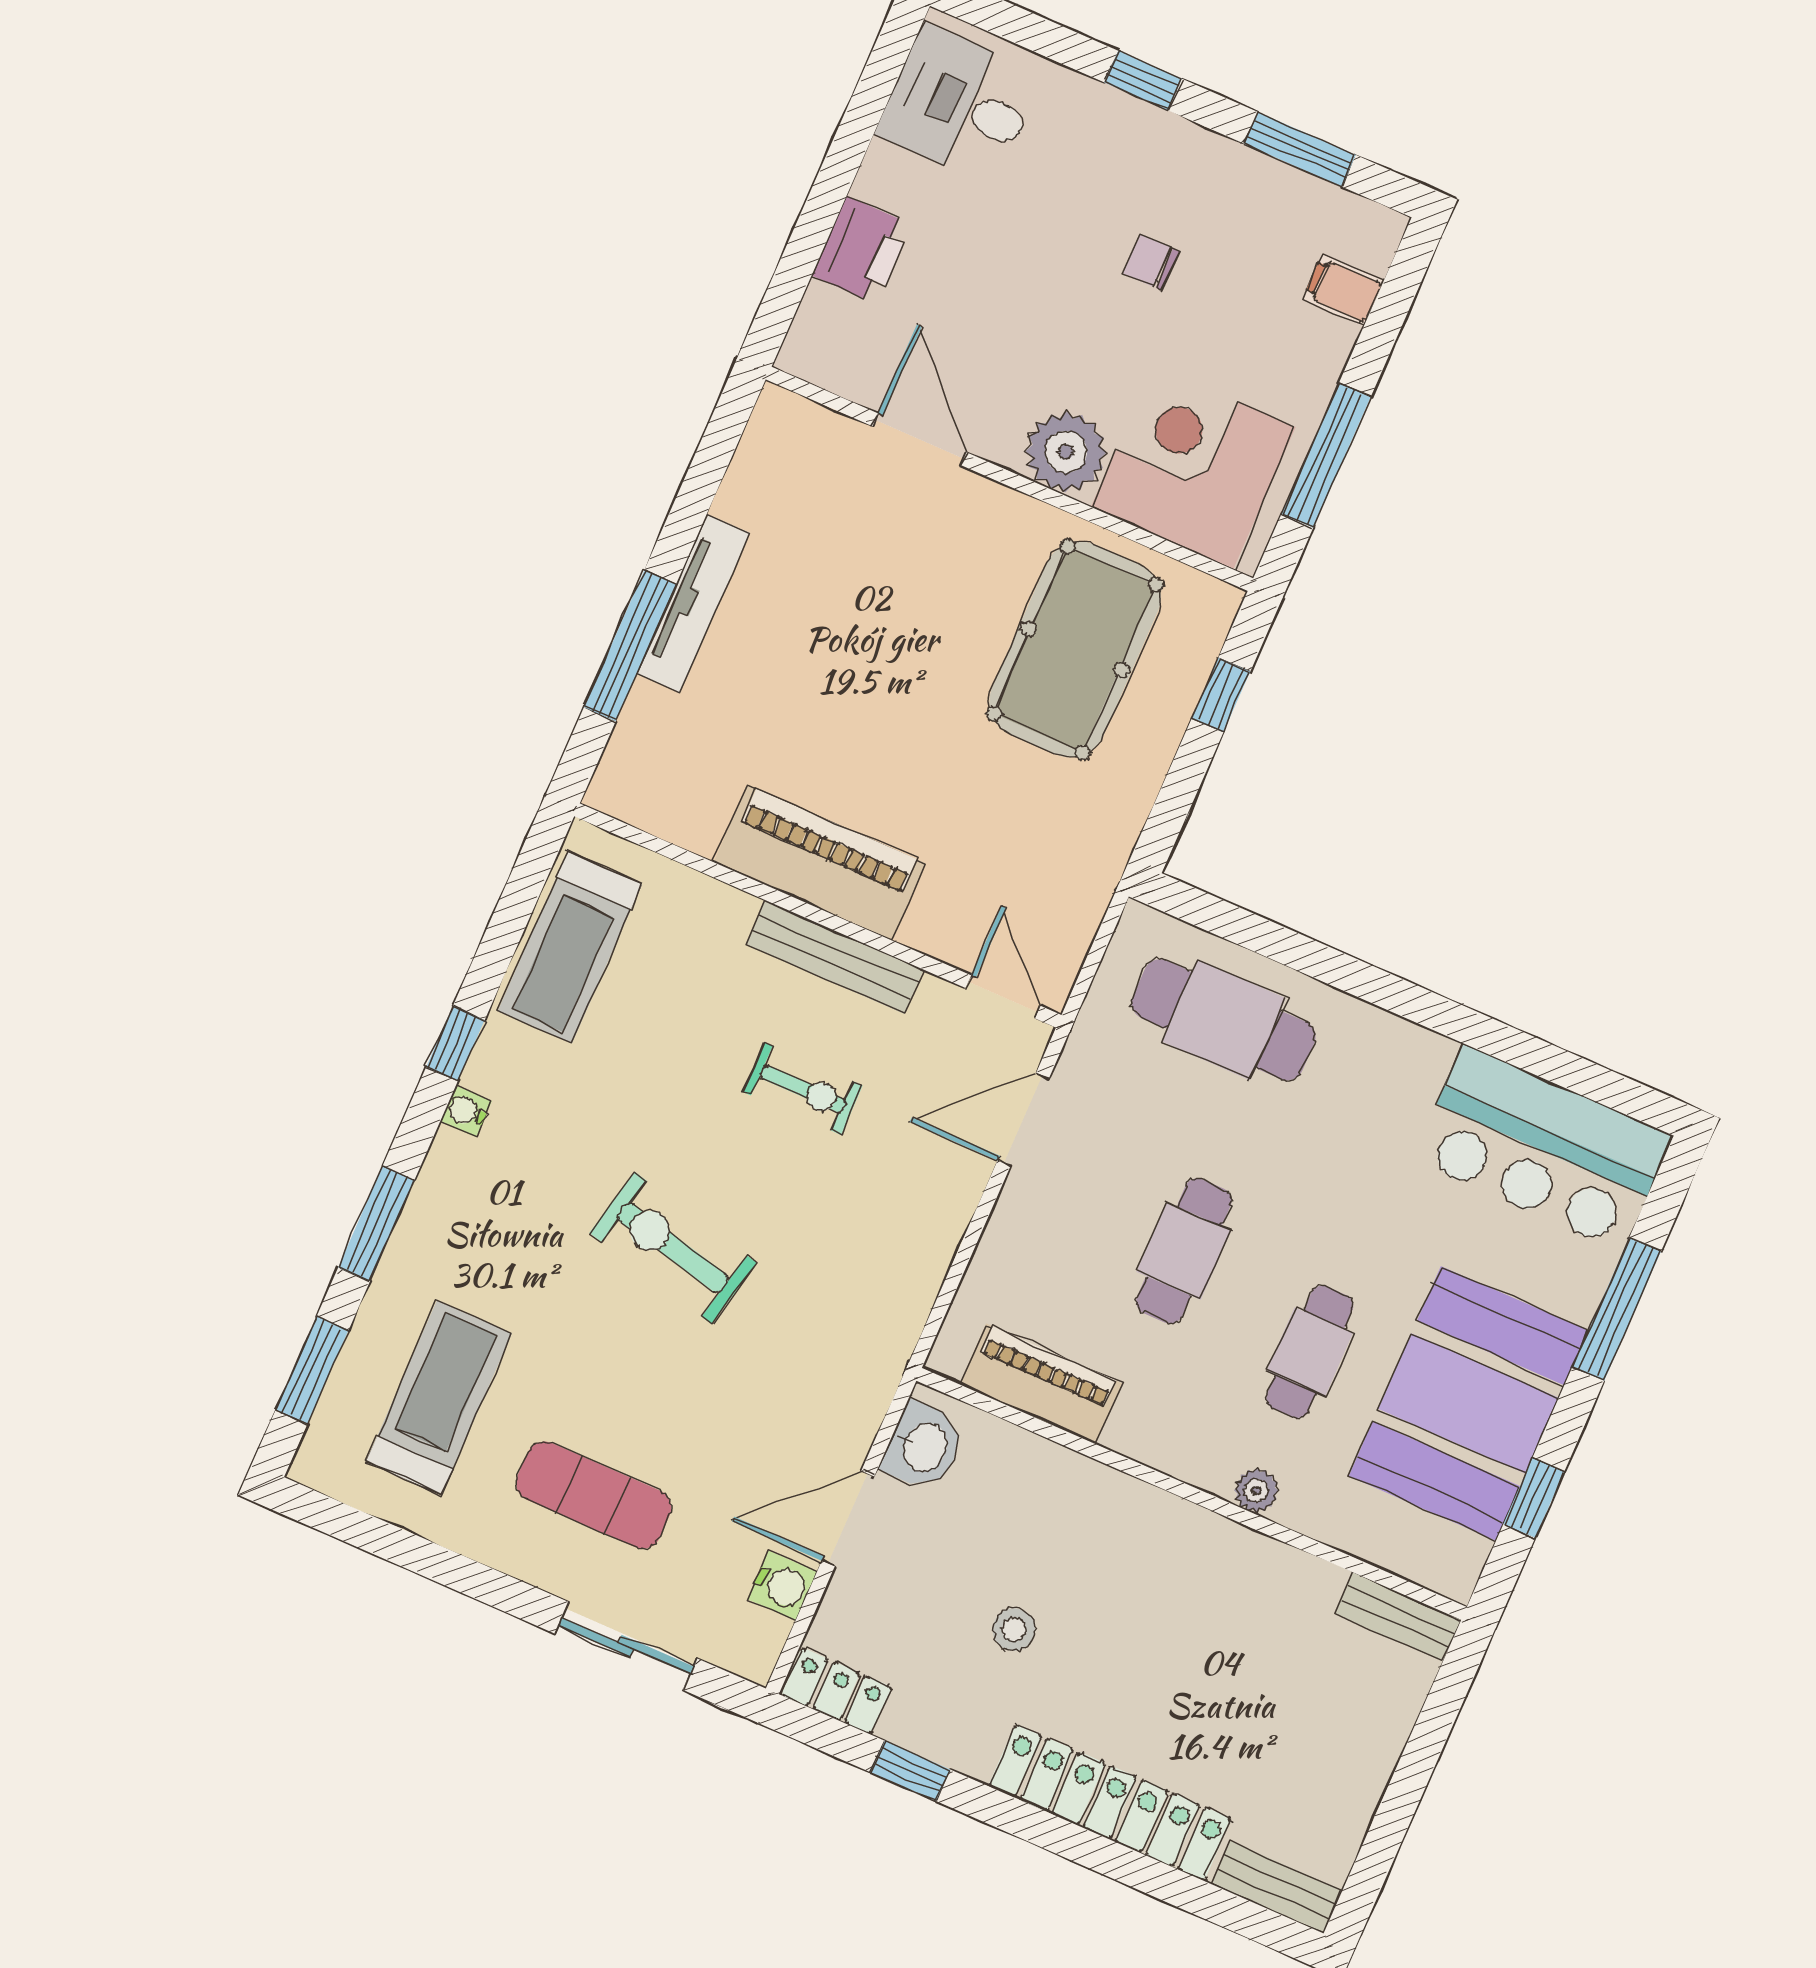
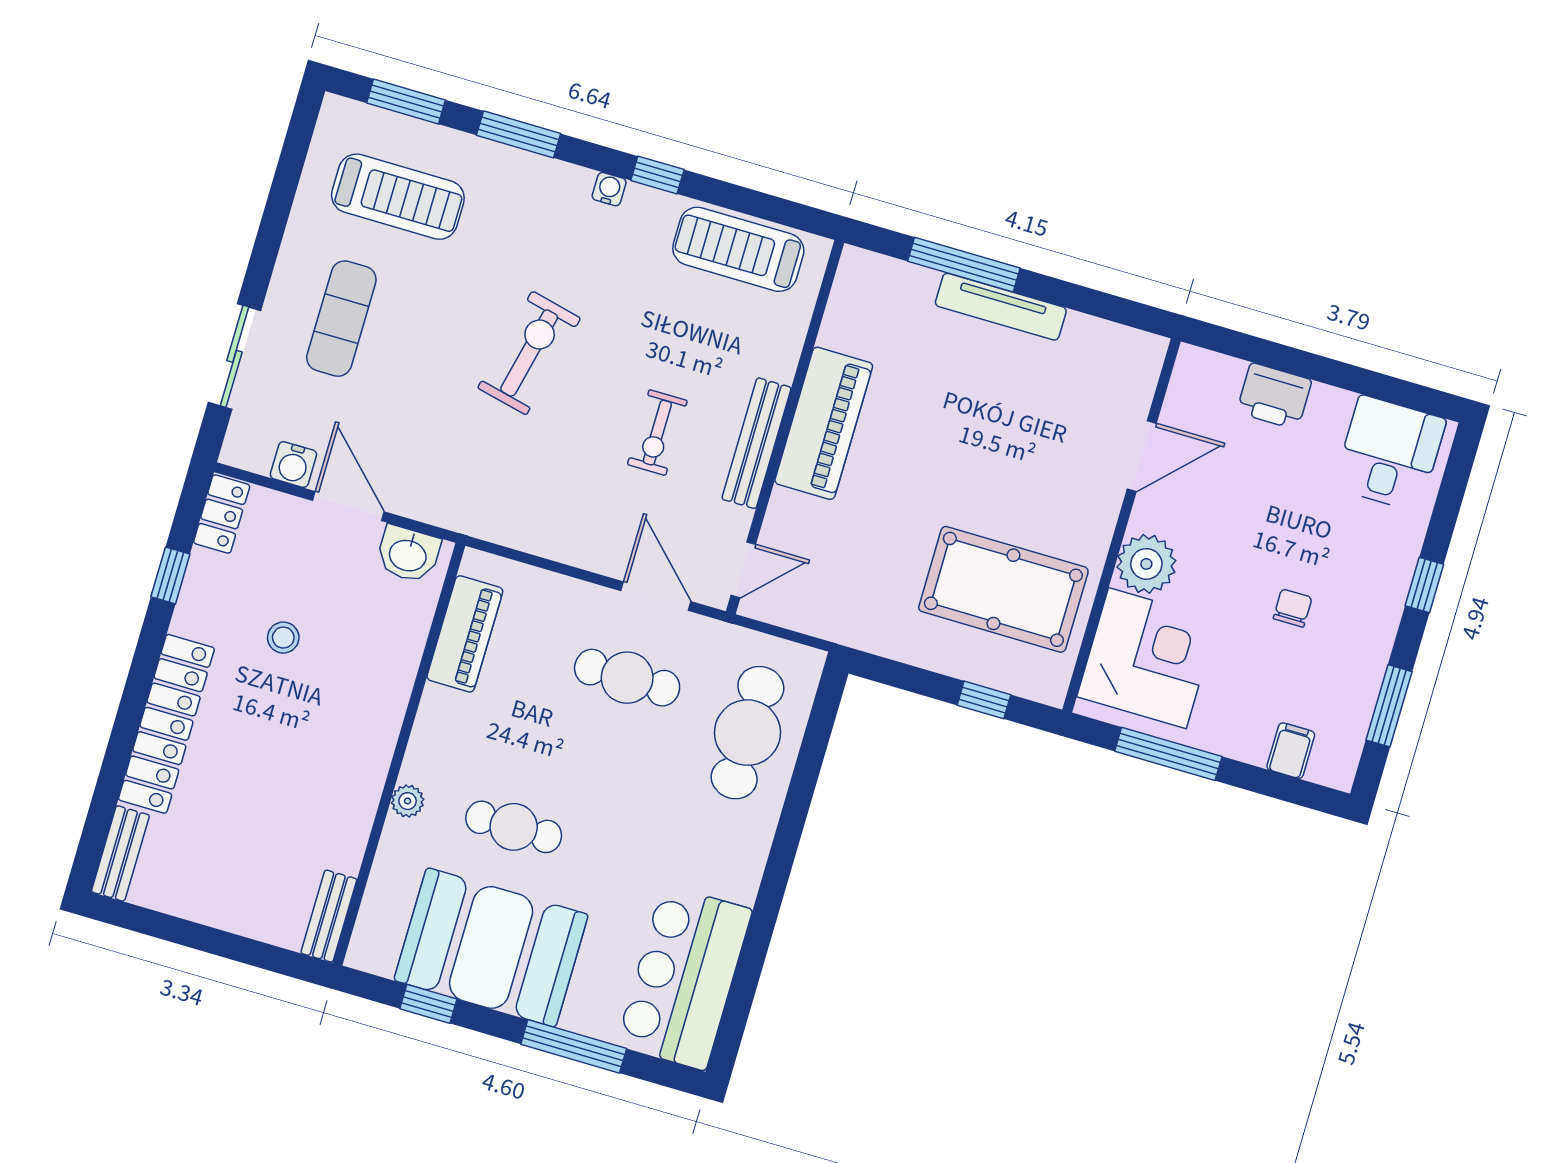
cafe table: (1184, 1251) -> (627, 678), moved

